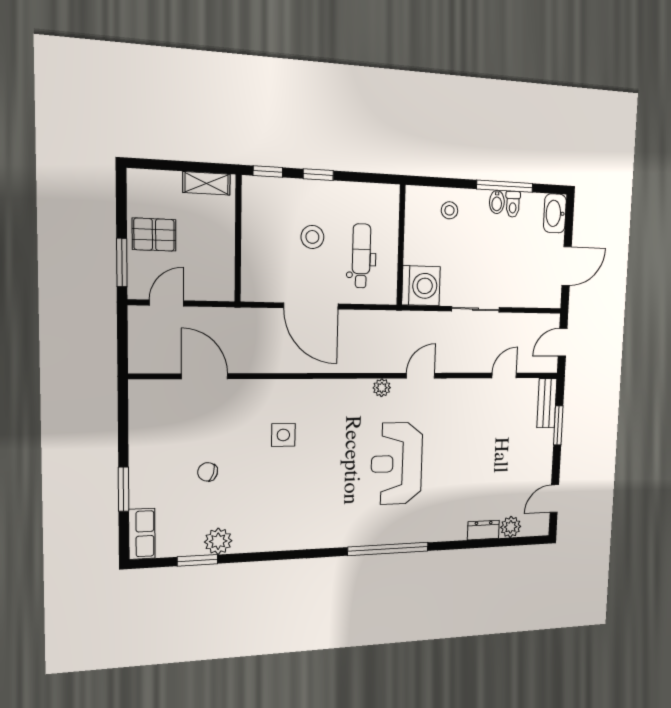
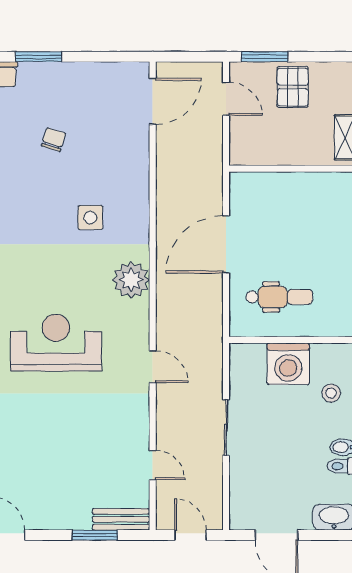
stool: (312, 237) -> (297, 245), removed
washing machine: (421, 286) -> (288, 364), moved
door: (205, 376) -> (153, 101), moved
plant: (382, 388) -> (131, 280), moved, width x1.88, depth x1.88

